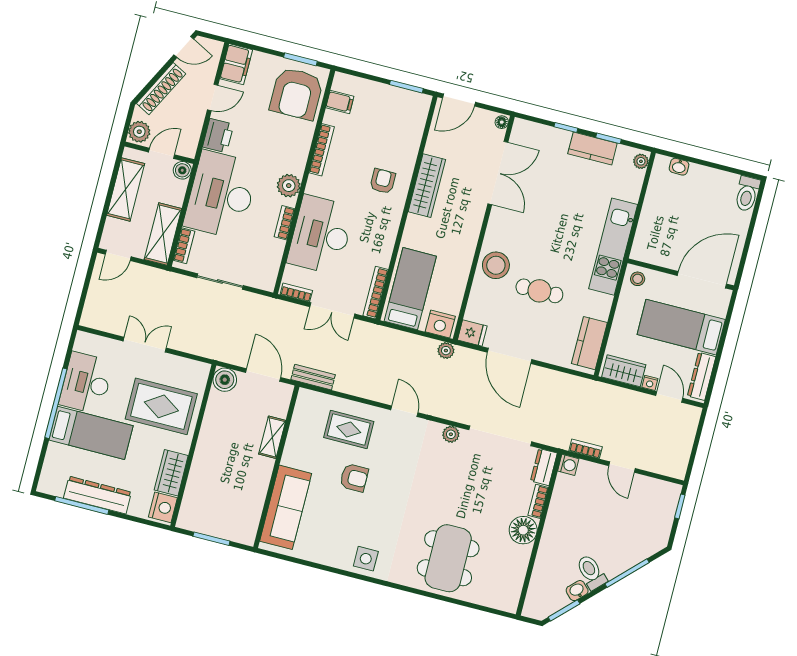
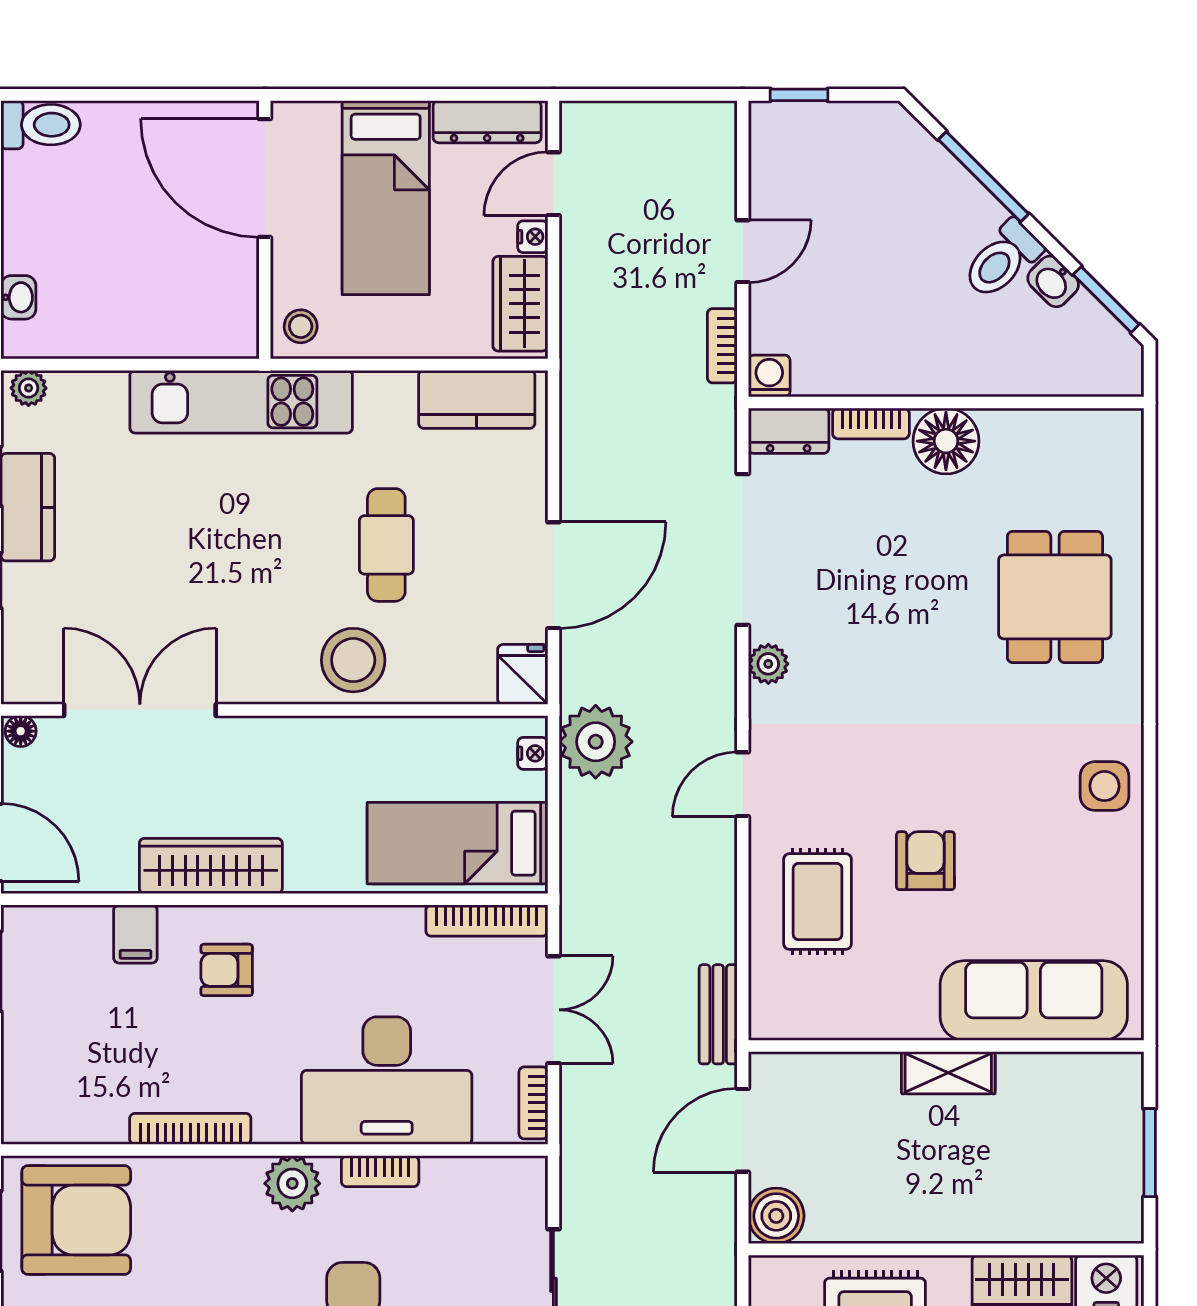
filing cabinet: (340, 102) -> (135, 934), moved, turned 180
nightstand: (440, 324) -> (533, 753), width x0.53, depth x0.56
plant: (446, 351) -> (596, 742), width x1.88, depth x1.88
shelving: (272, 437) -> (948, 1073), moved
dining table: (448, 558) -> (1055, 597), width x0.73

